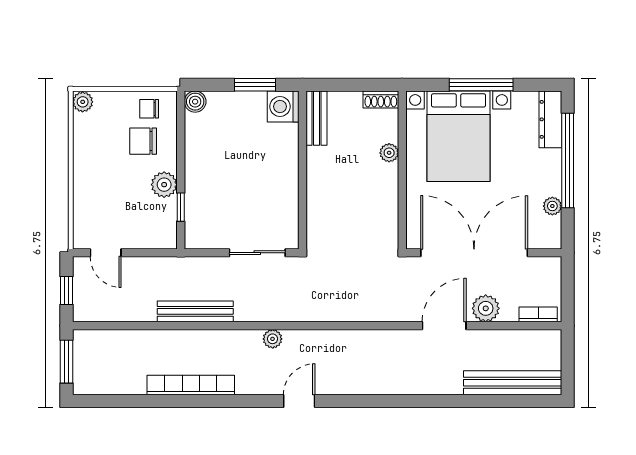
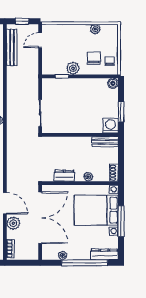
plant: (83, 102) -> (95, 29), moved
dresser: (387, 203) -> (64, 176), added
bench: (195, 311) -> (12, 47), moved

